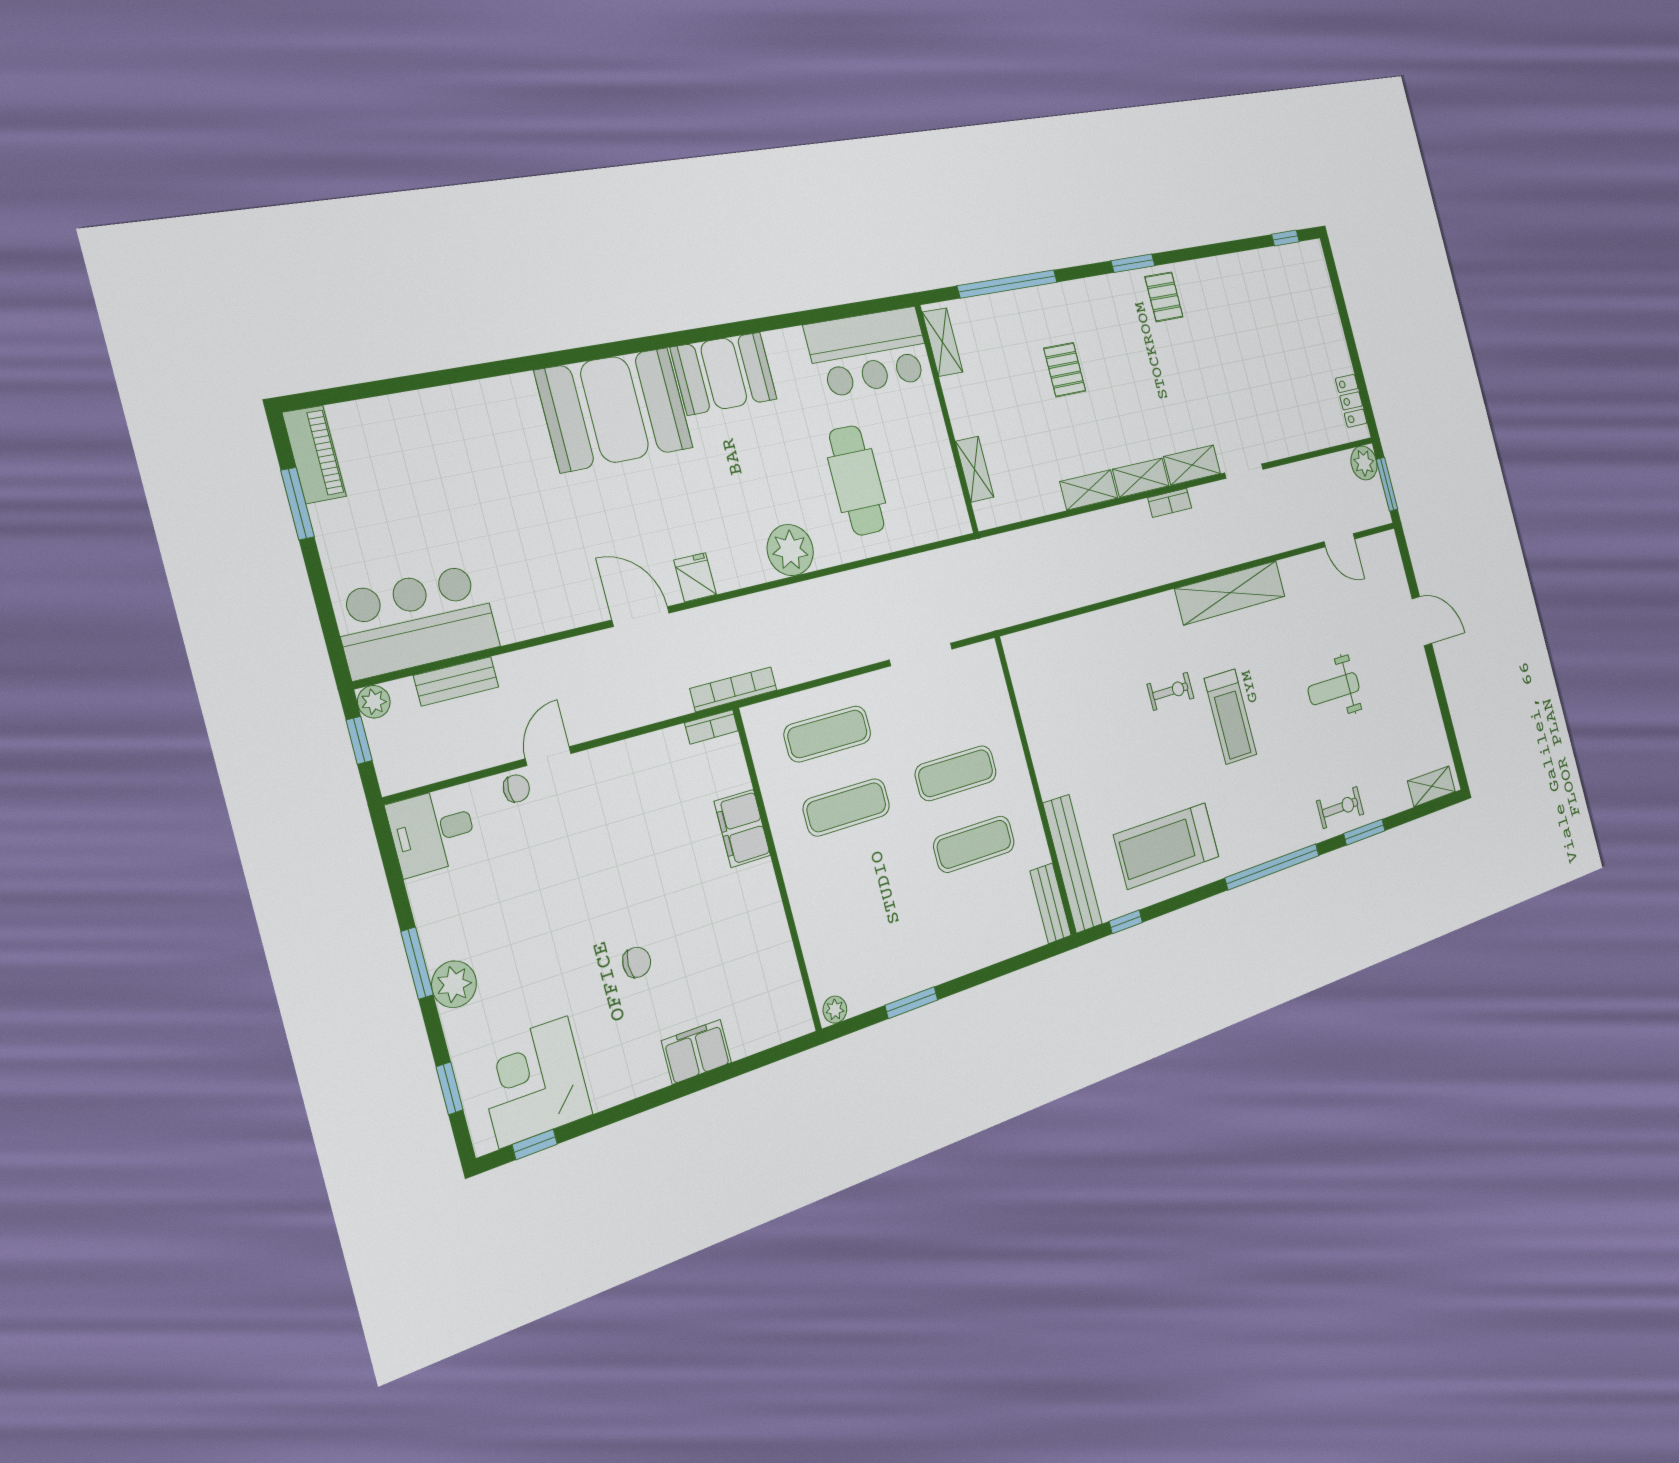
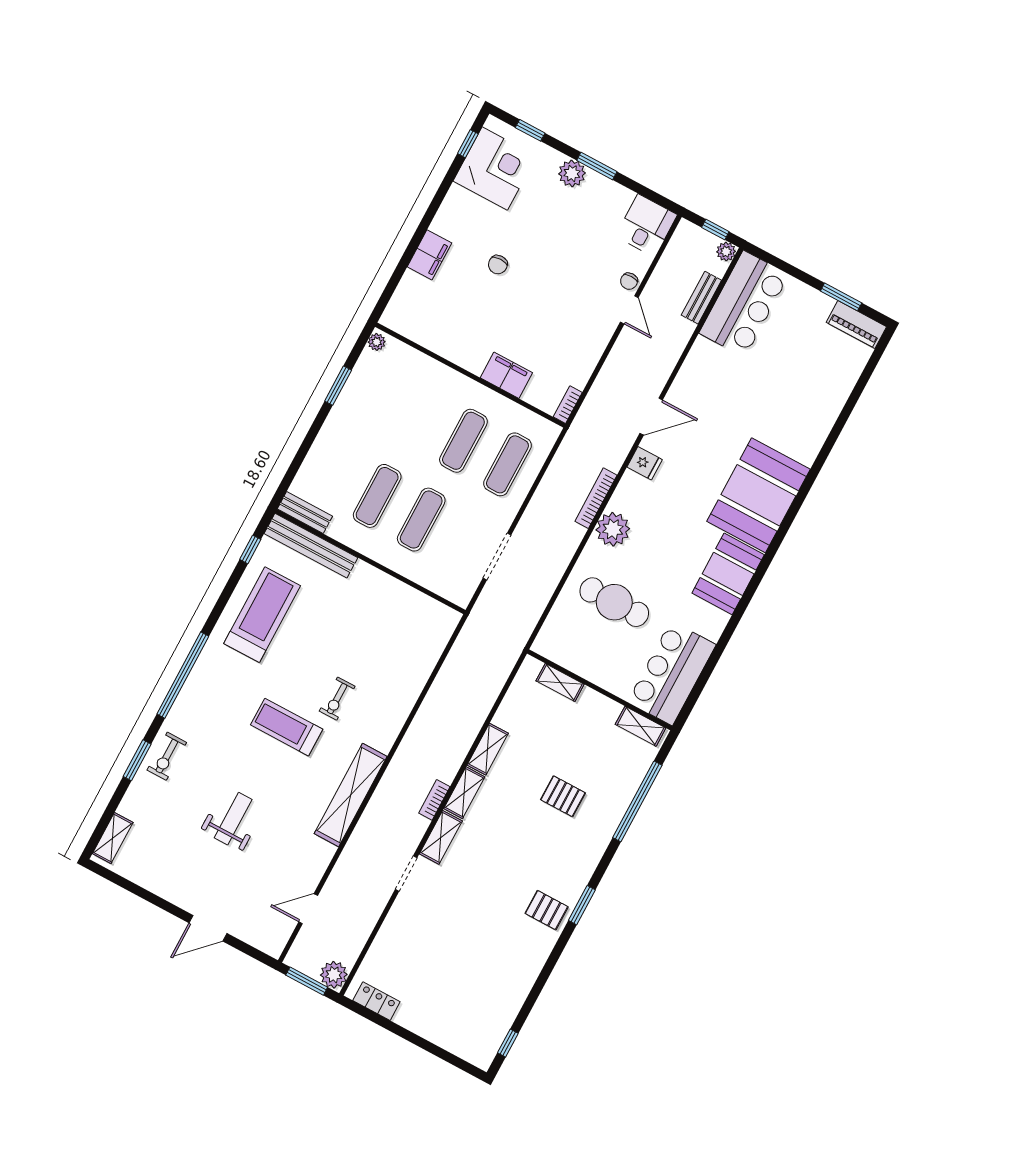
bookcase: (734, 689) -> (596, 498), moved, turned 180

